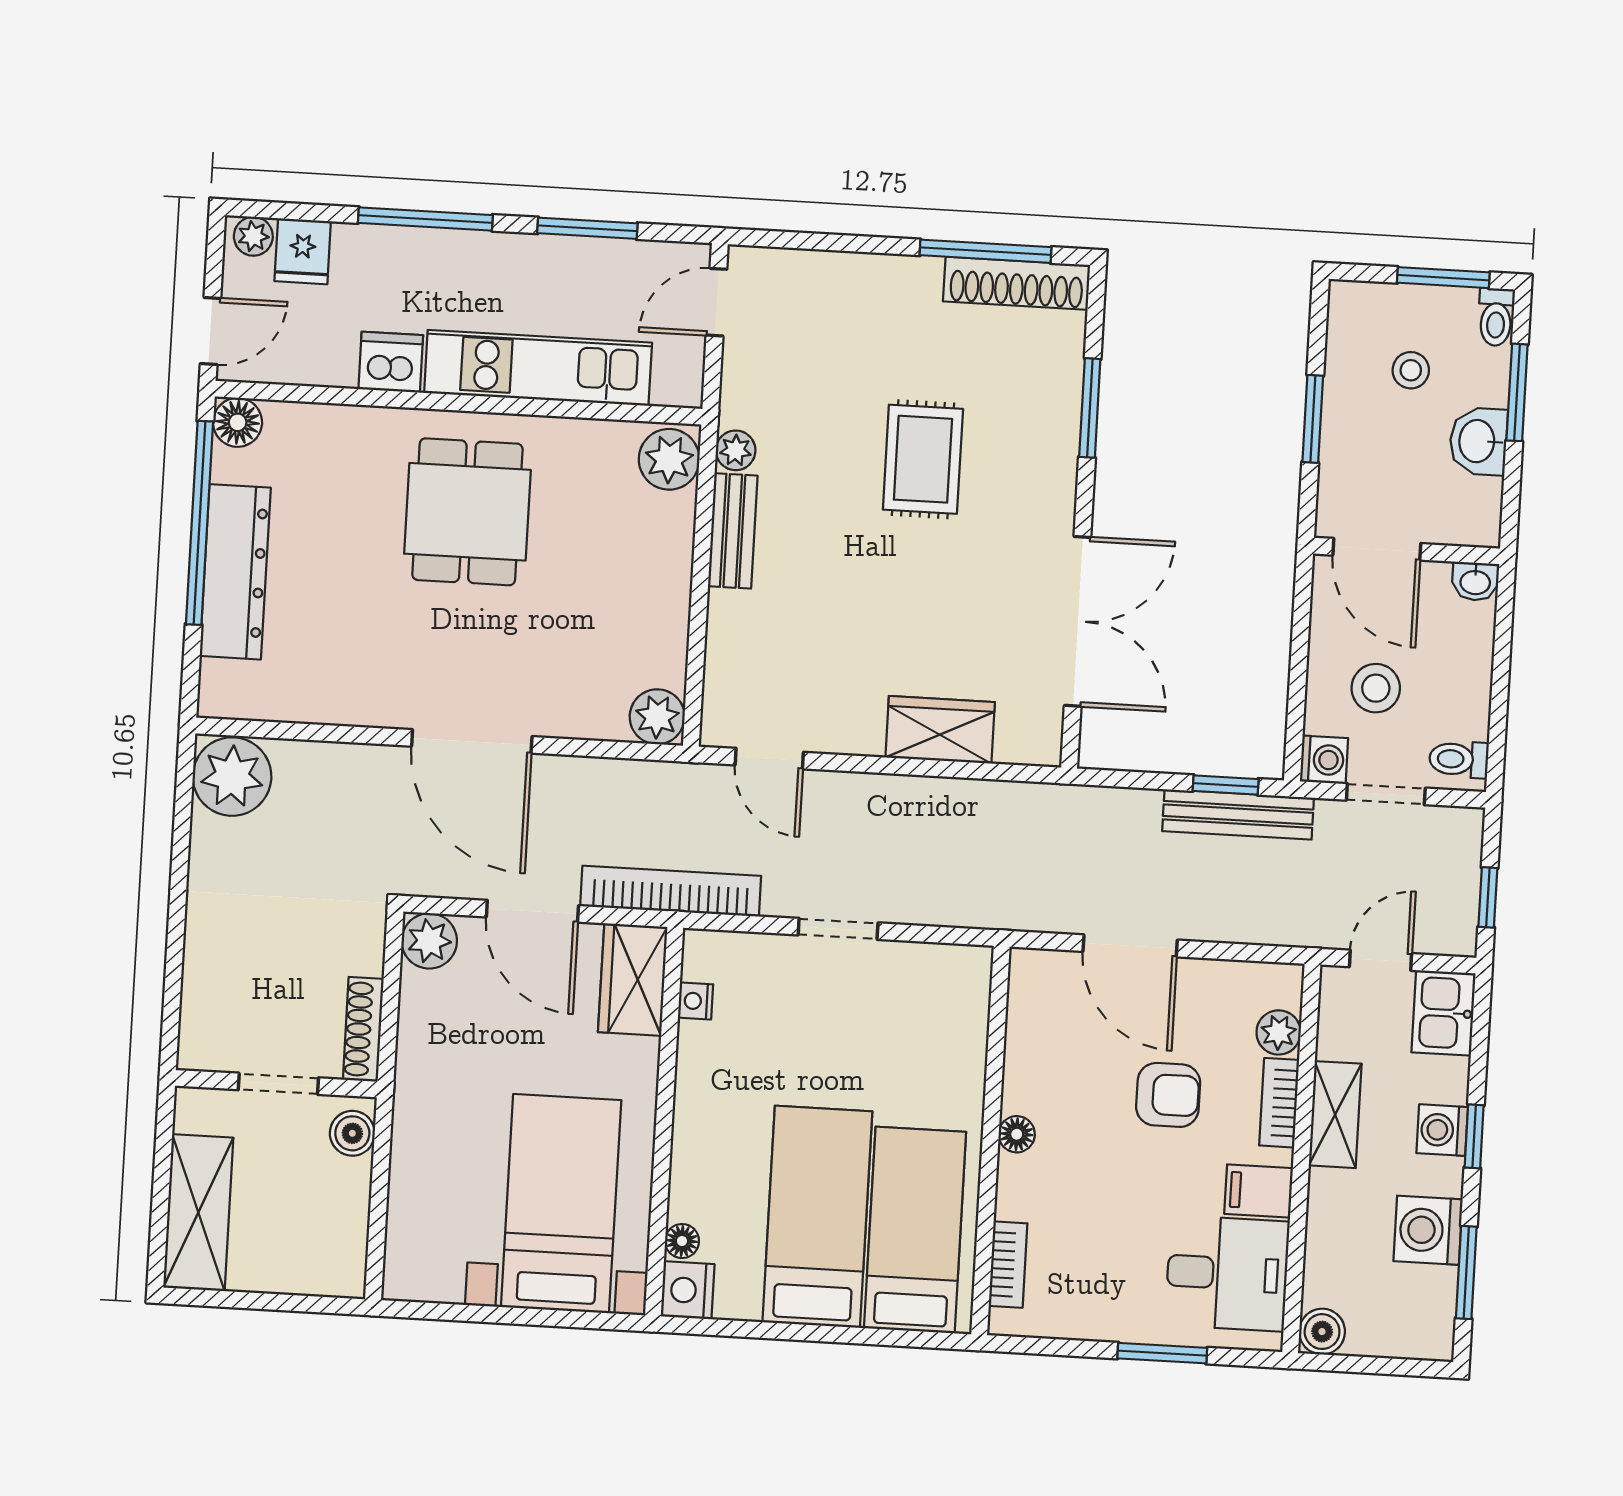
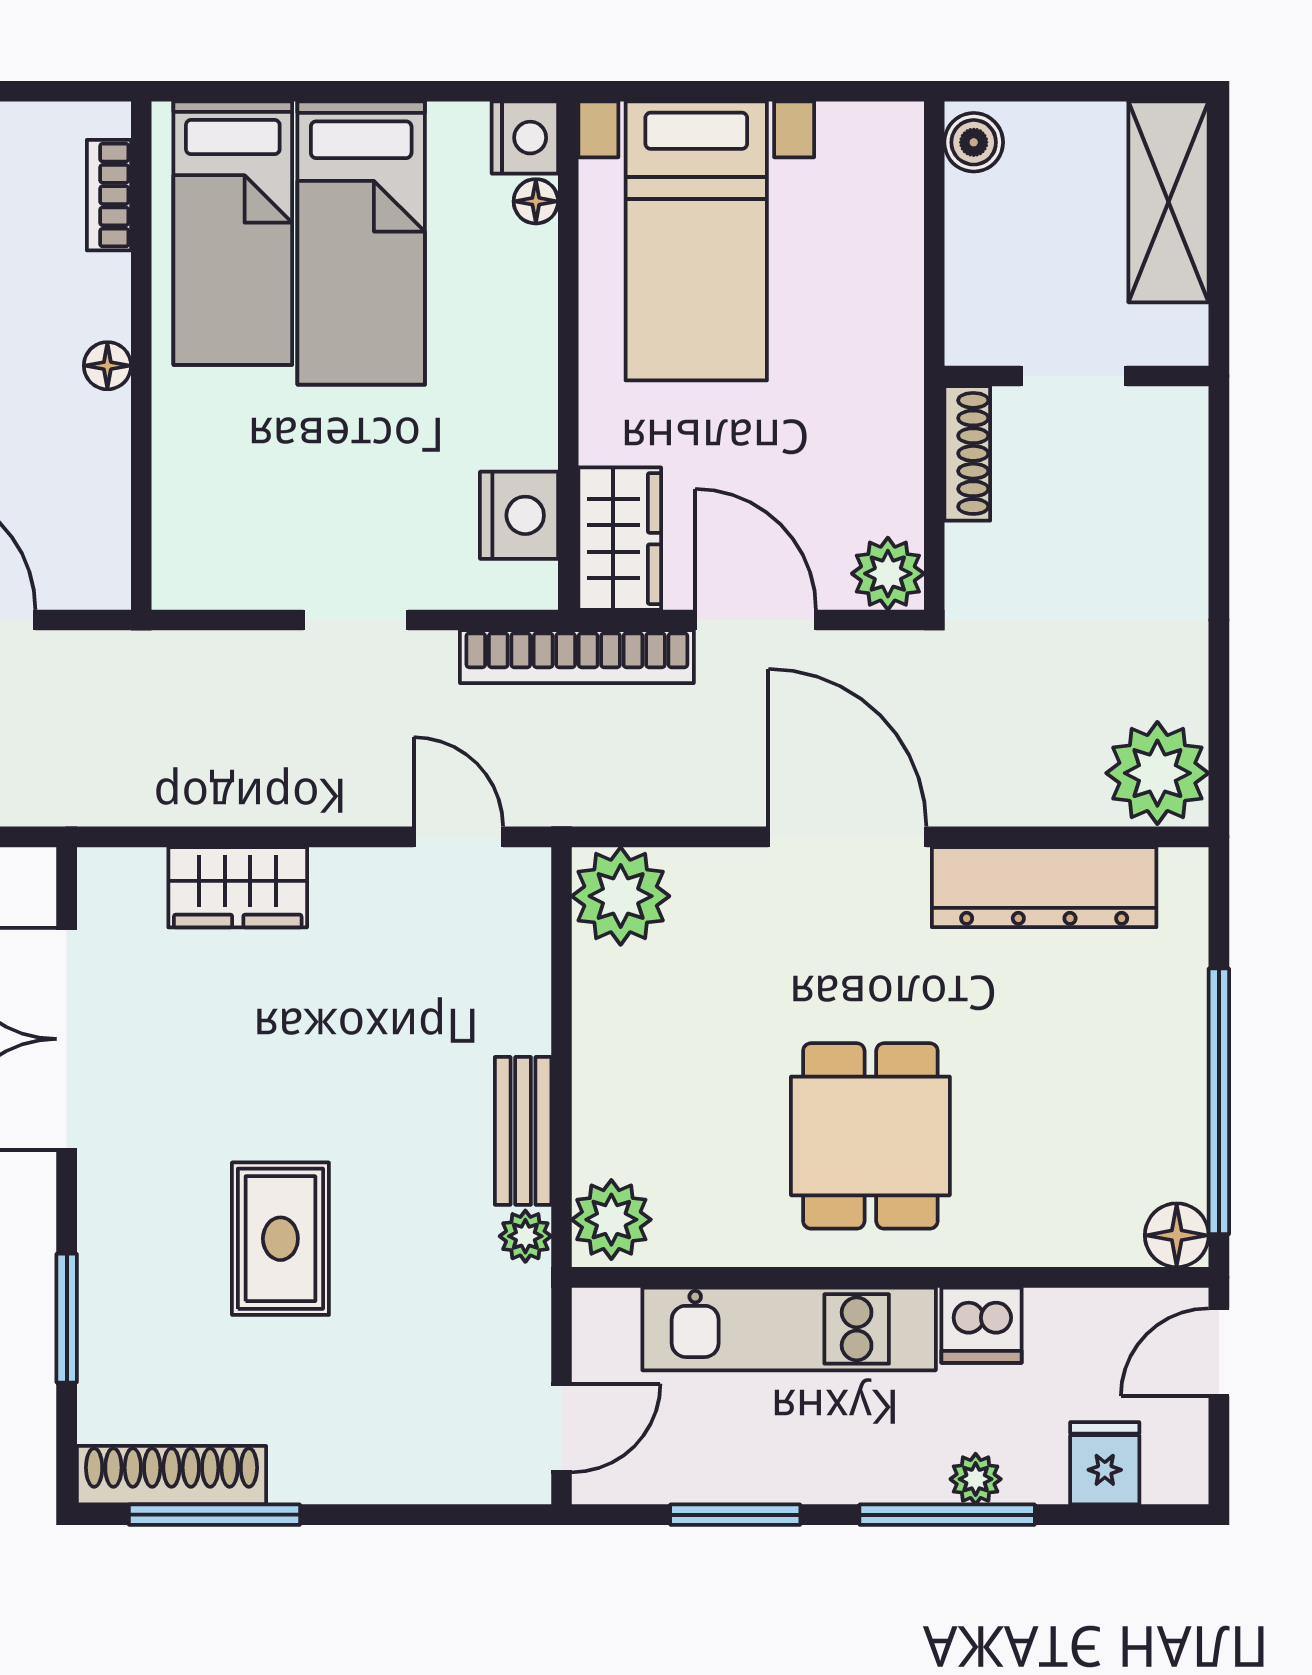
plant: (253, 236) -> (976, 1479), moved
dresser: (235, 572) -> (1044, 887), moved, turned -90
plant: (657, 717) -> (621, 896), width x1.36, depth x1.36
nightstand: (695, 1001) -> (519, 515), width x1.89, depth x1.79
boiler: (352, 1133) -> (974, 142), moved

